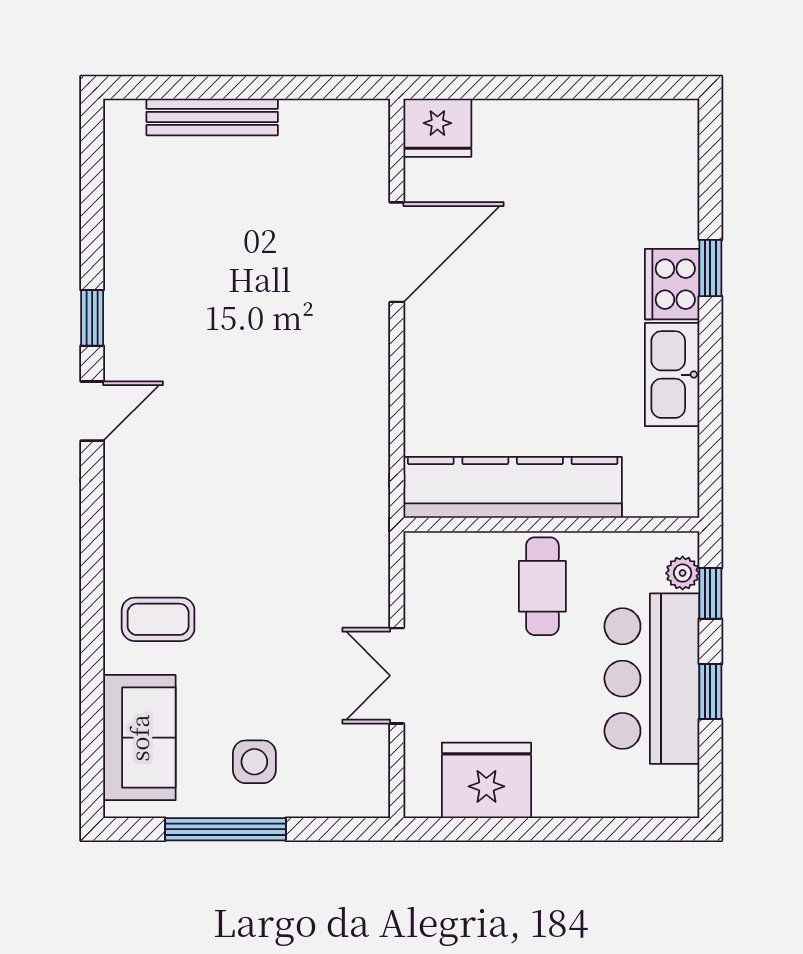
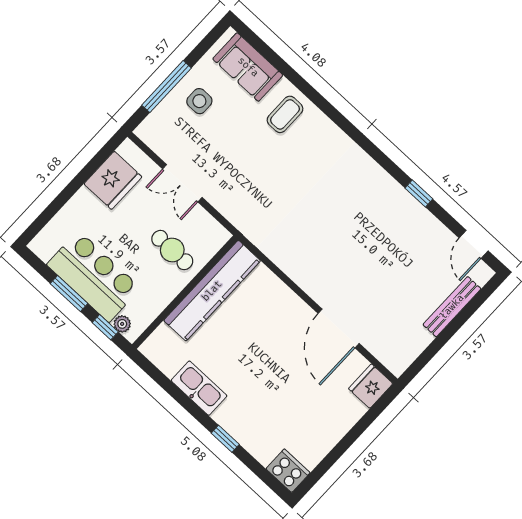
cooker: (672, 284) -> (288, 471), moved
door: (92, 411) -> (474, 244), moved
cafe table: (542, 586) -> (172, 250), moved
double door: (397, 676) -> (182, 183), swing flipped
window: (710, 691) -> (69, 294), width x1.50
window: (225, 829) -> (166, 87), moved

